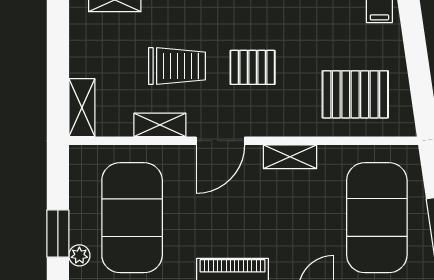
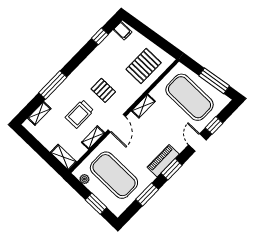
trolley: (177, 66) -> (80, 114), turned 180
pallet: (253, 67) -> (103, 90), turned 90
plant: (79, 255) -> (84, 179), moved

